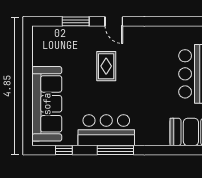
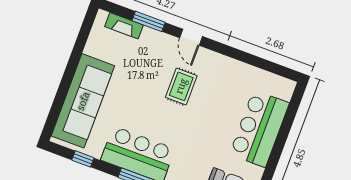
fireplace: (57, 32) -> (124, 26), added
rug: (106, 66) -> (181, 86), moved

